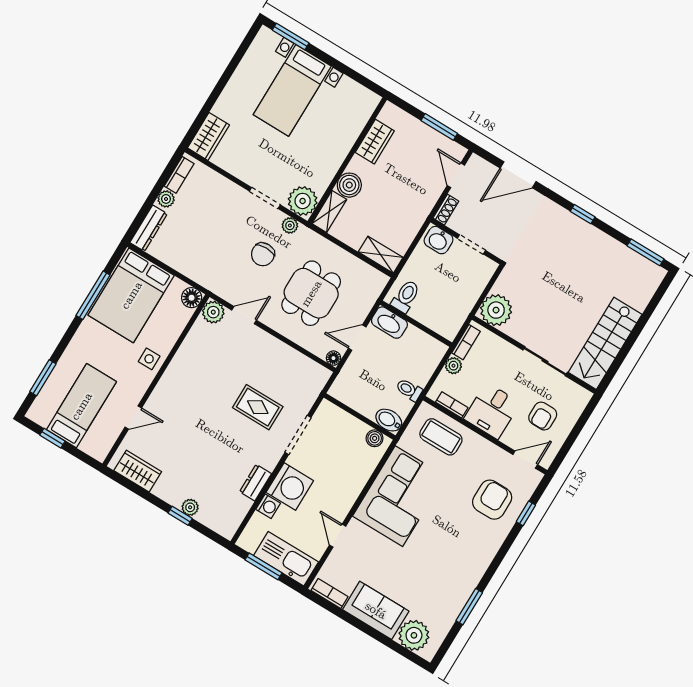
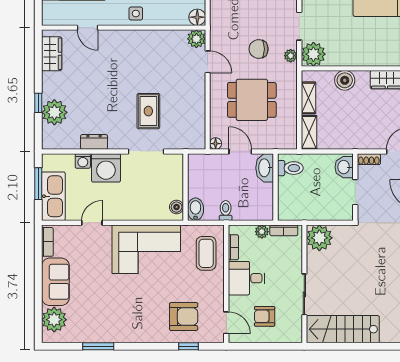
shelving: (329, 212) -> (308, 98), moved, turned 90
plant: (190, 507) -> (54, 112), width x1.87, depth x1.87

